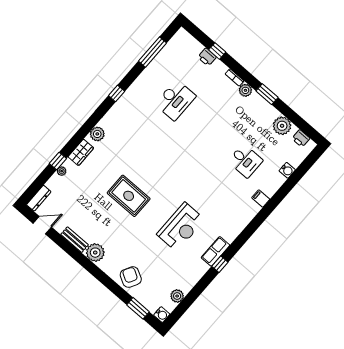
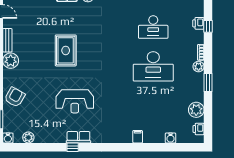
desk: (245, 161) -> (153, 66), moved, width x1.87, depth x1.30

